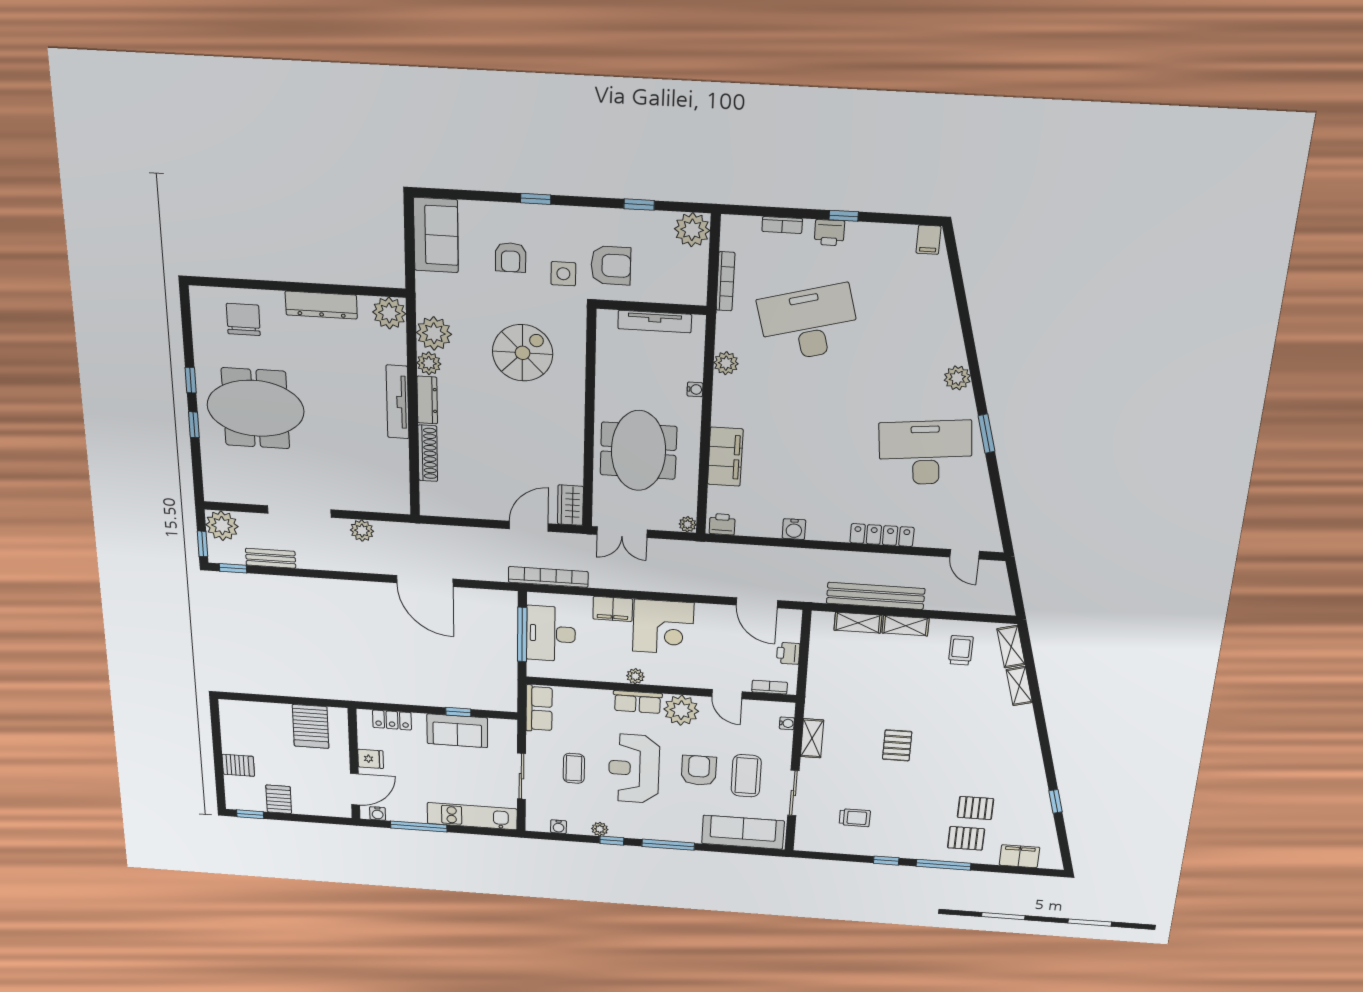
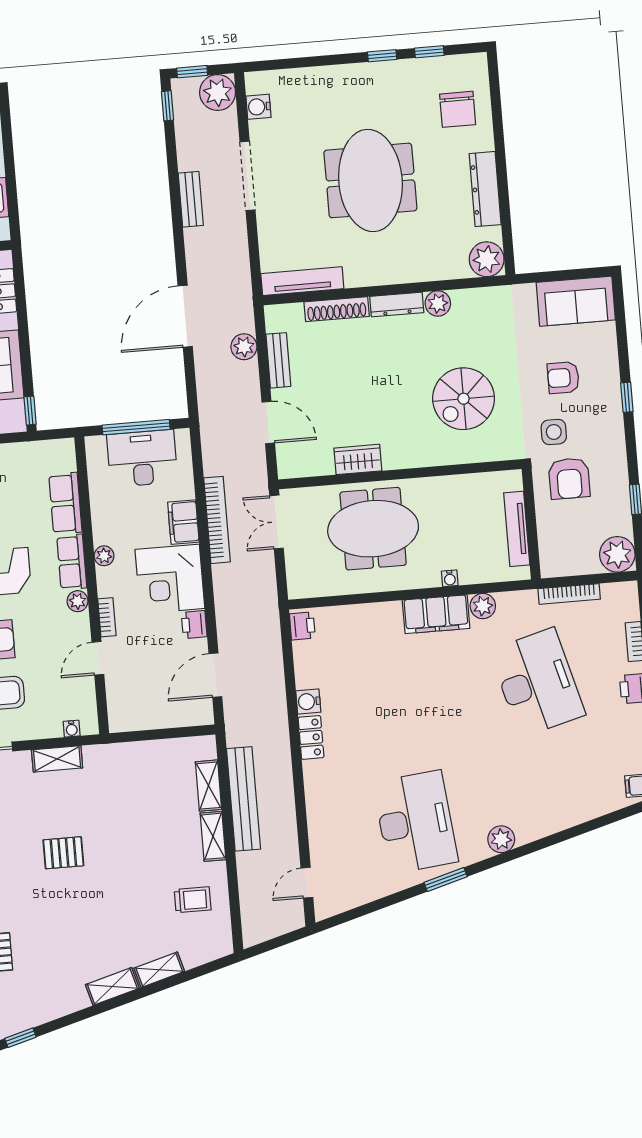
chair: (243, 320) -> (458, 109), turned 90
plant: (434, 333) -> (471, 306), removed
spiral stairs: (523, 353) -> (464, 399), turned 90
tv unit: (398, 402) -> (302, 281), moved
meeting table: (256, 408) -> (370, 180), moved
window: (194, 425) -> (429, 52), moved
filing cabinet: (725, 457) -> (436, 614), moved
water cooler: (236, 493) -> (258, 107), added
wardrobe: (570, 505) -> (358, 459), moved
bench: (472, 510) -> (278, 360), added
plant: (688, 524) -> (297, 590), removed
plant: (362, 531) -> (244, 347), moved
locker: (882, 535) -> (311, 737), moved, width x0.66
bench: (271, 558) -> (191, 199), moved
bookcase: (548, 577) -> (217, 520), moved
shelving: (1011, 647) -> (112, 986), moved
printer: (788, 653) -> (194, 625), moved, turned -90
bookcase: (770, 687) -> (107, 617), moved
row of seats: (539, 708) -> (65, 503), moved, turned 90
plant: (681, 710) -> (78, 601), width x0.53, depth x0.53
window: (458, 712) -> (30, 411), moved

